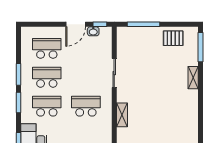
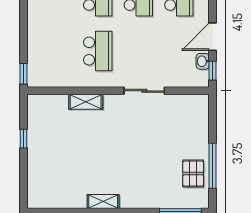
door: (76, 24) -> (213, 37), hinge flipped
window: (143, 24) -> (213, 166), moved
shelving: (193, 78) -> (103, 201), moved

